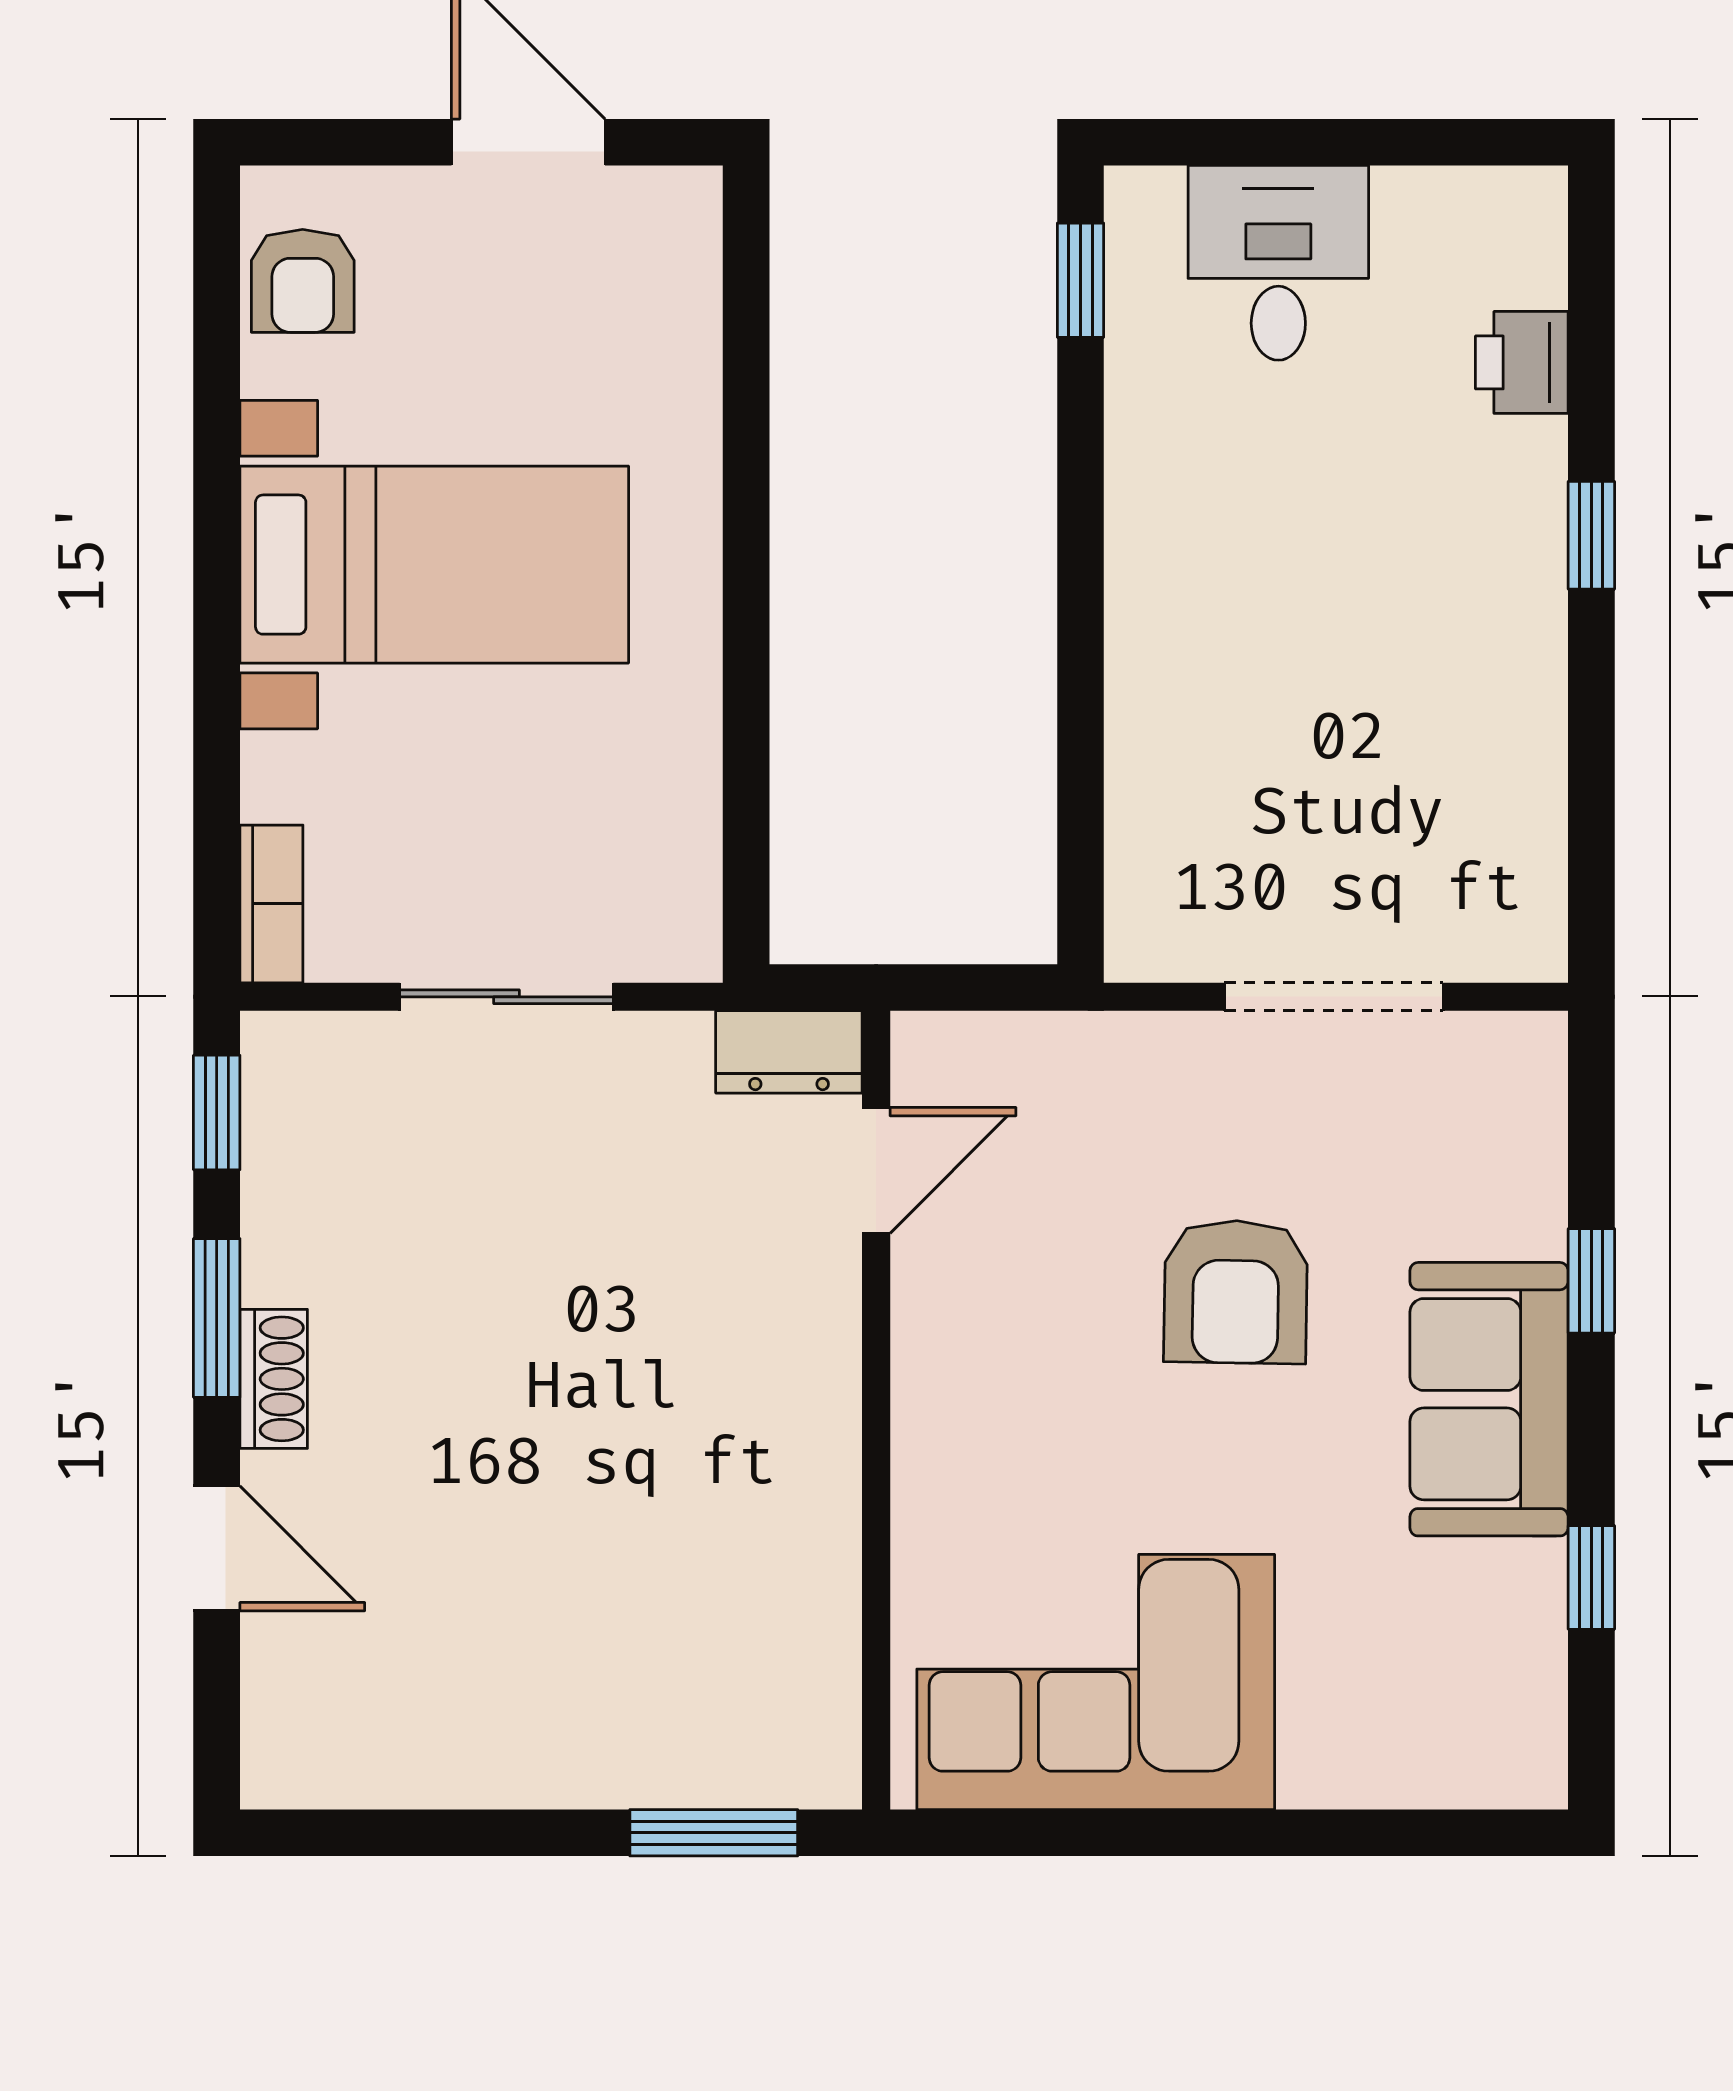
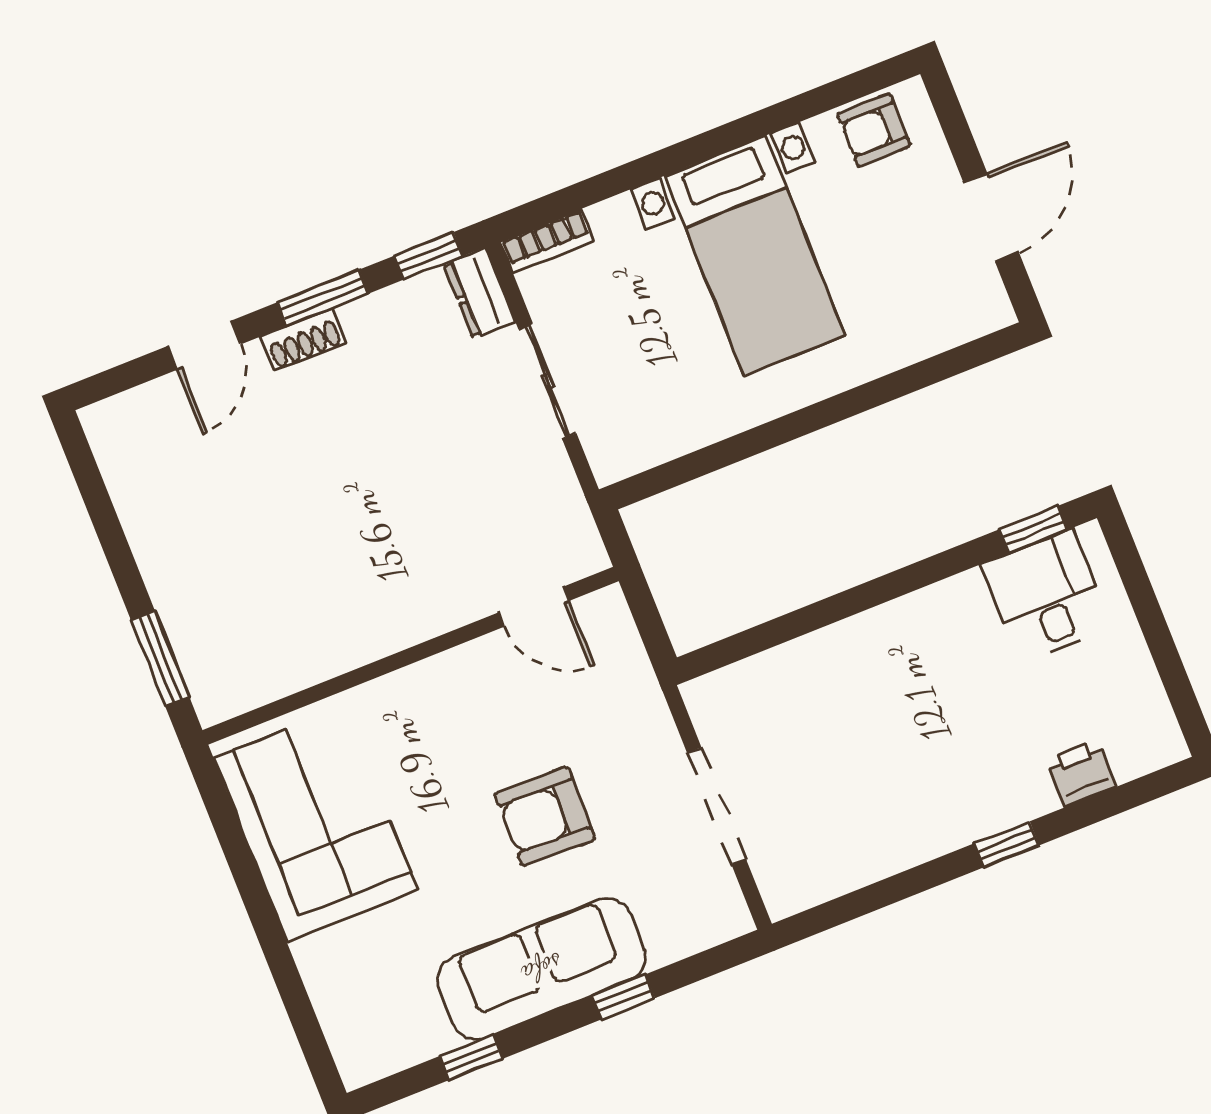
desk: (1278, 263) -> (1046, 596), moved, turned -90
dresser: (789, 1052) -> (480, 293), moved
sofa: (1489, 1399) -> (542, 969), width x1.36

